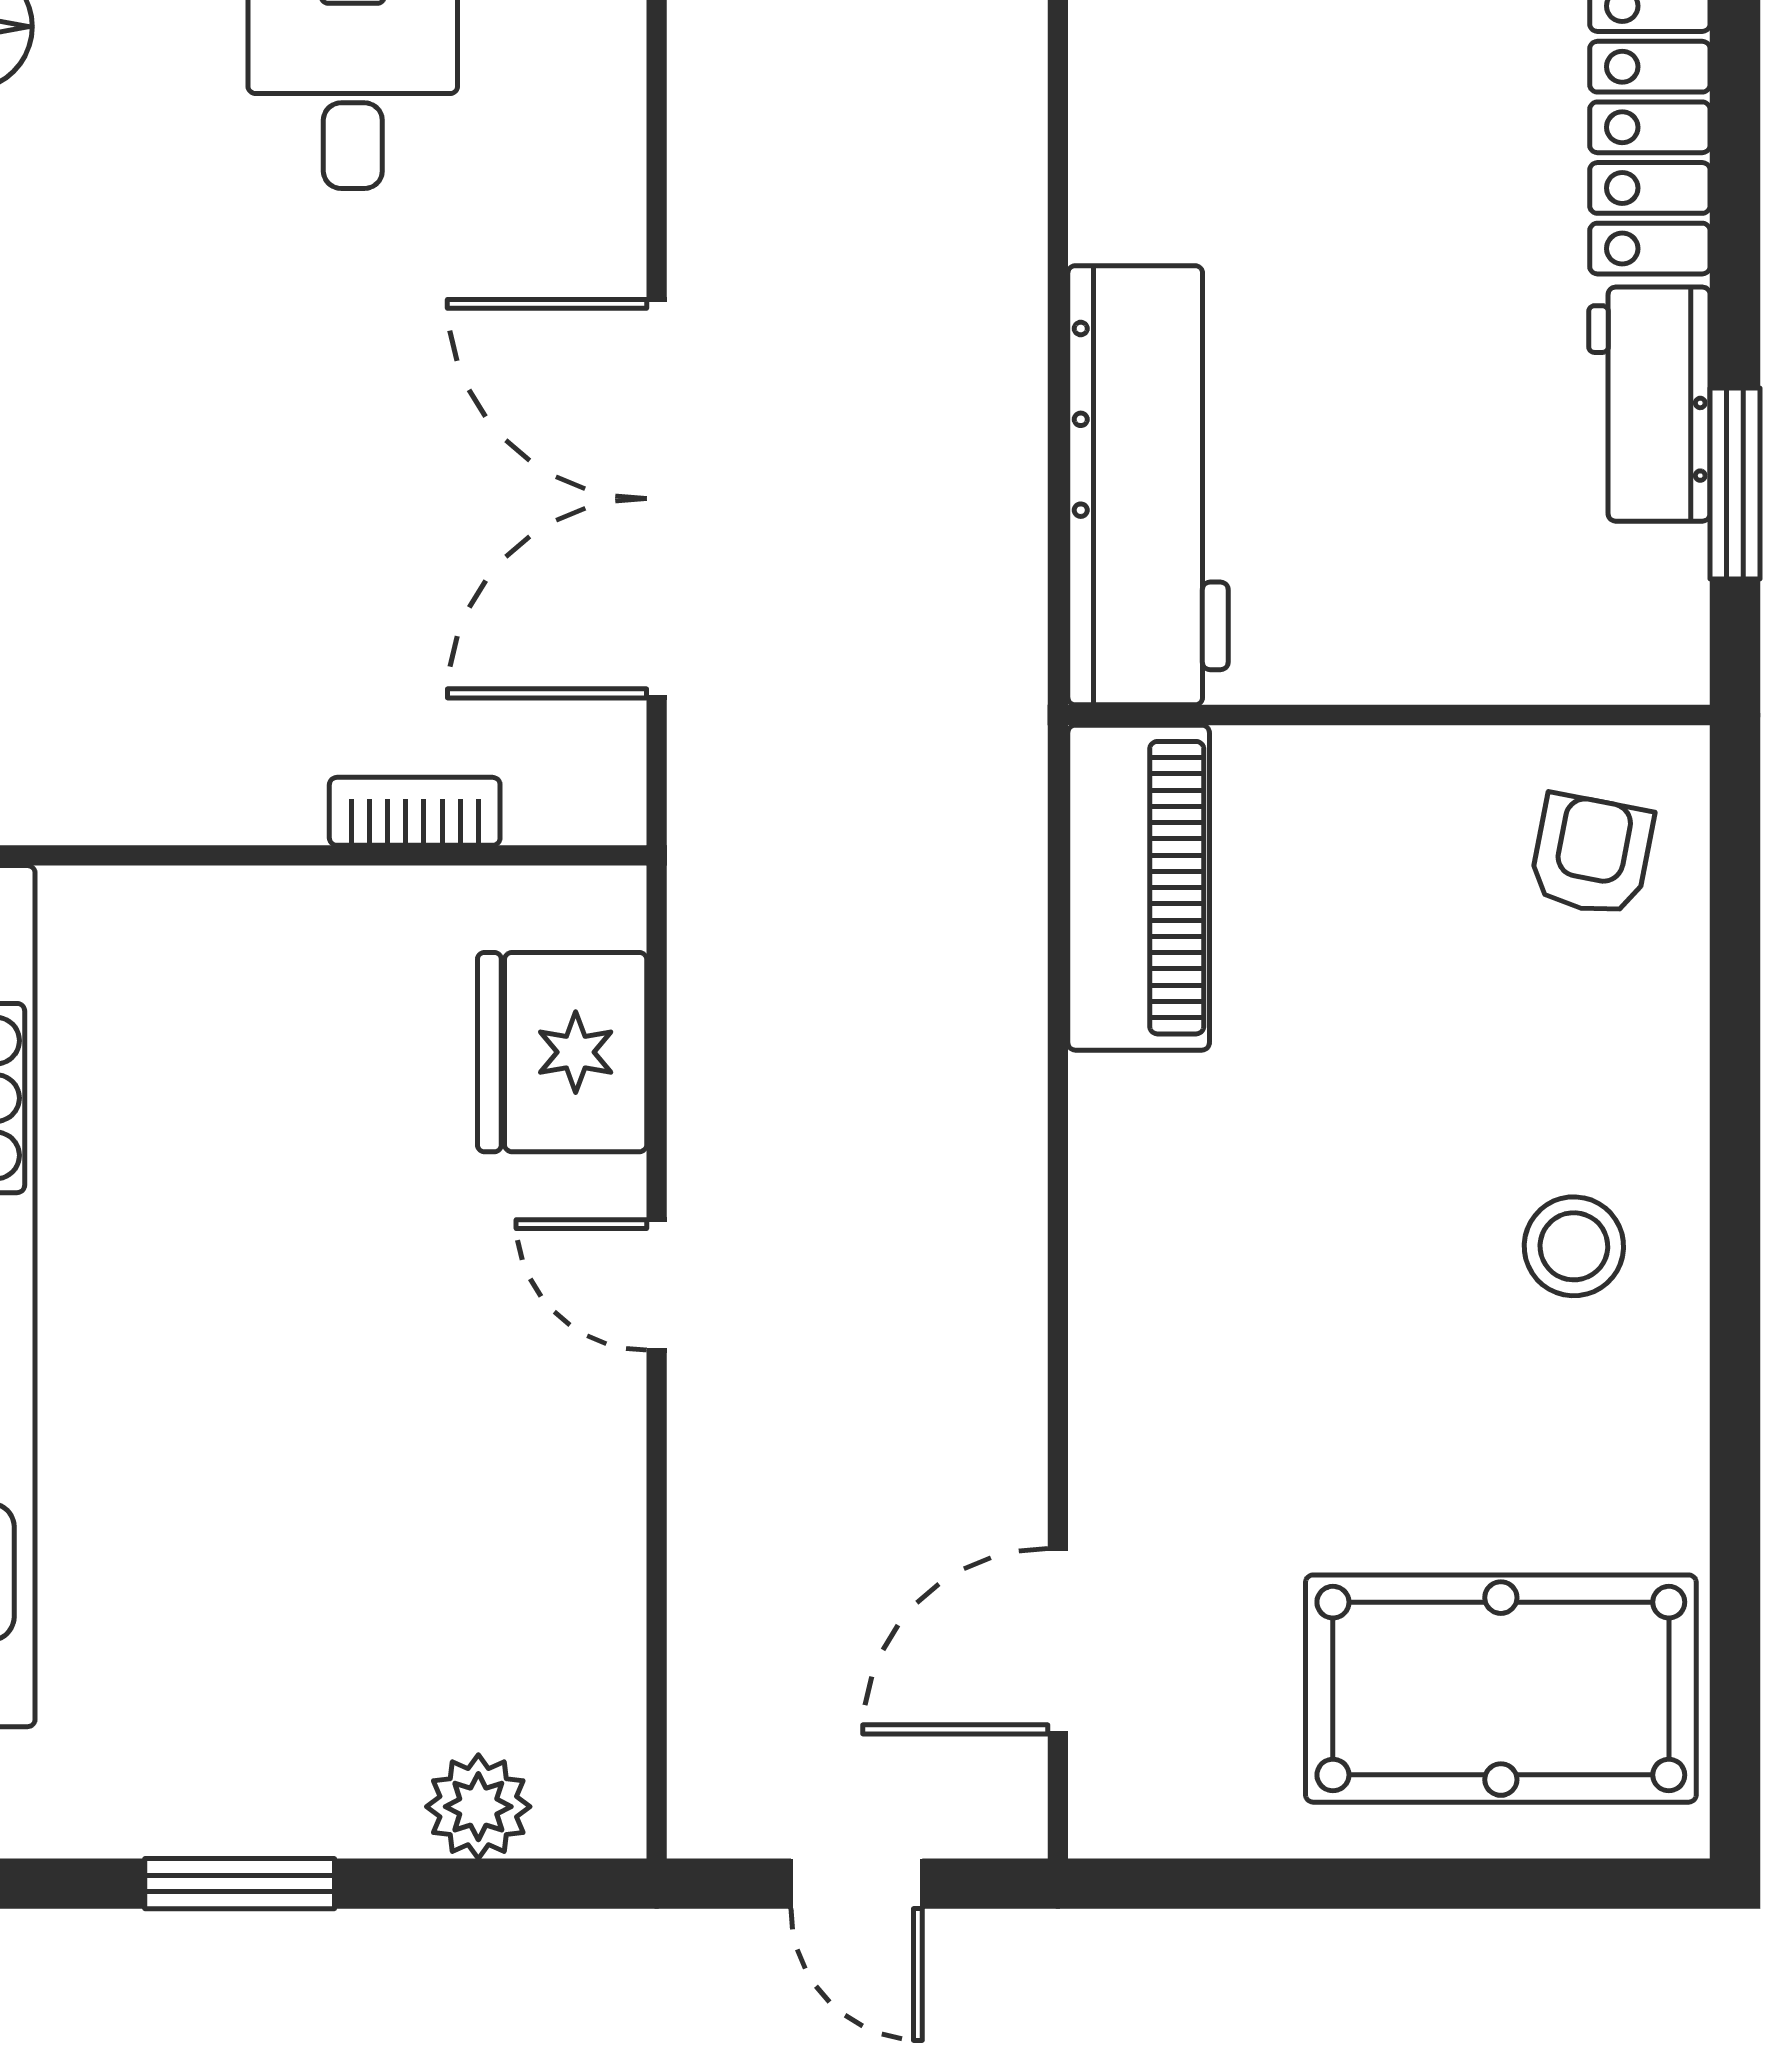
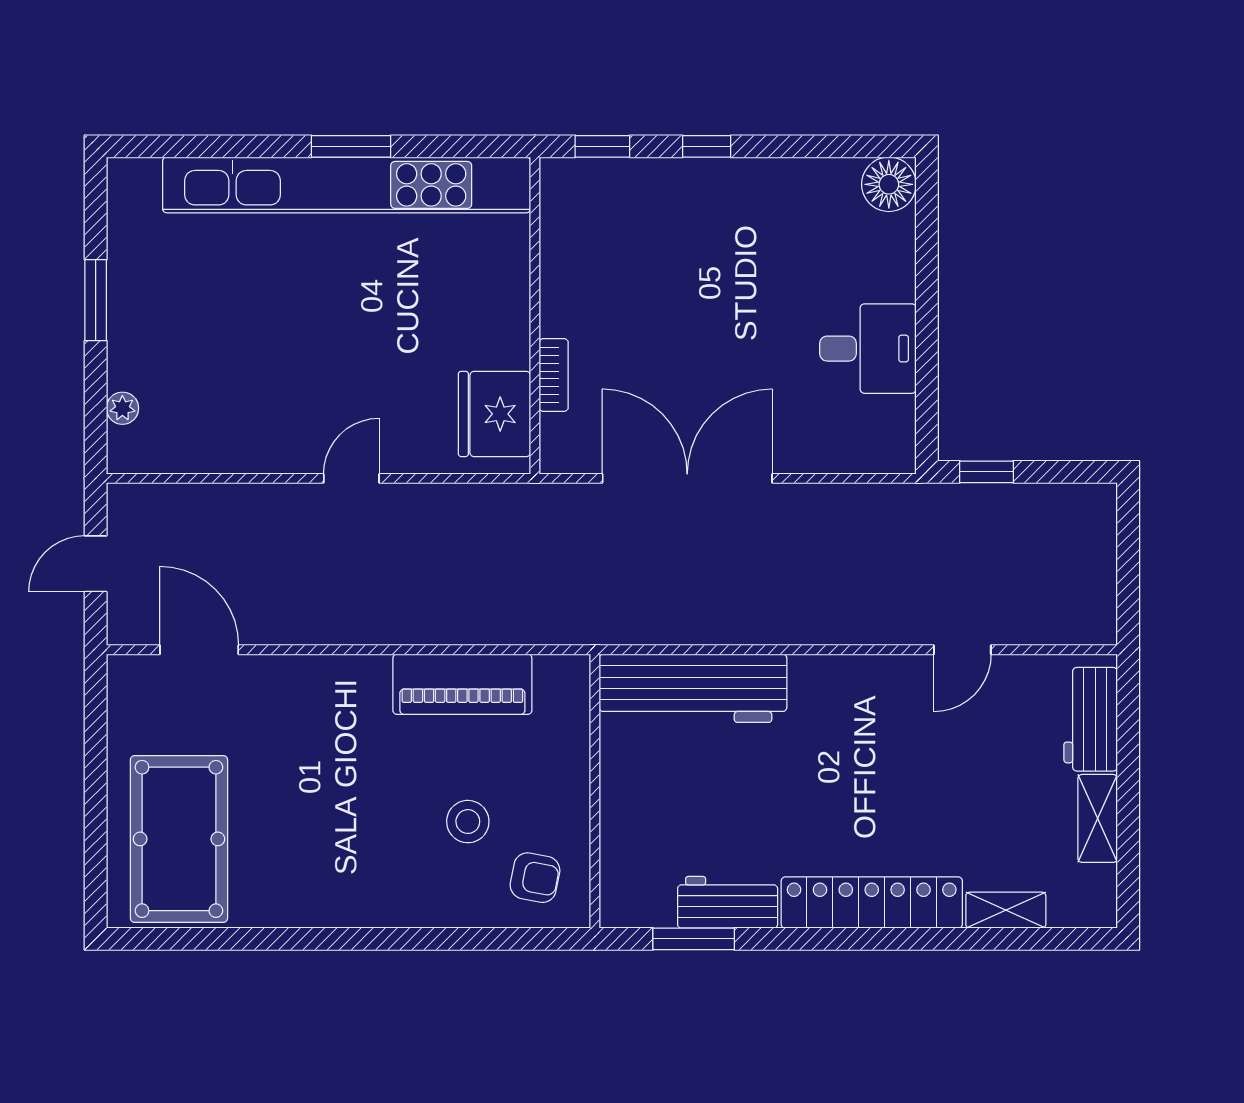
piano: (1139, 888) -> (462, 684), moved
fridge: (562, 1052) -> (494, 414), moved, turned -90
stool: (1574, 1246) -> (468, 822), moved
plant: (478, 1807) -> (122, 408), width x0.73, depth x0.73

